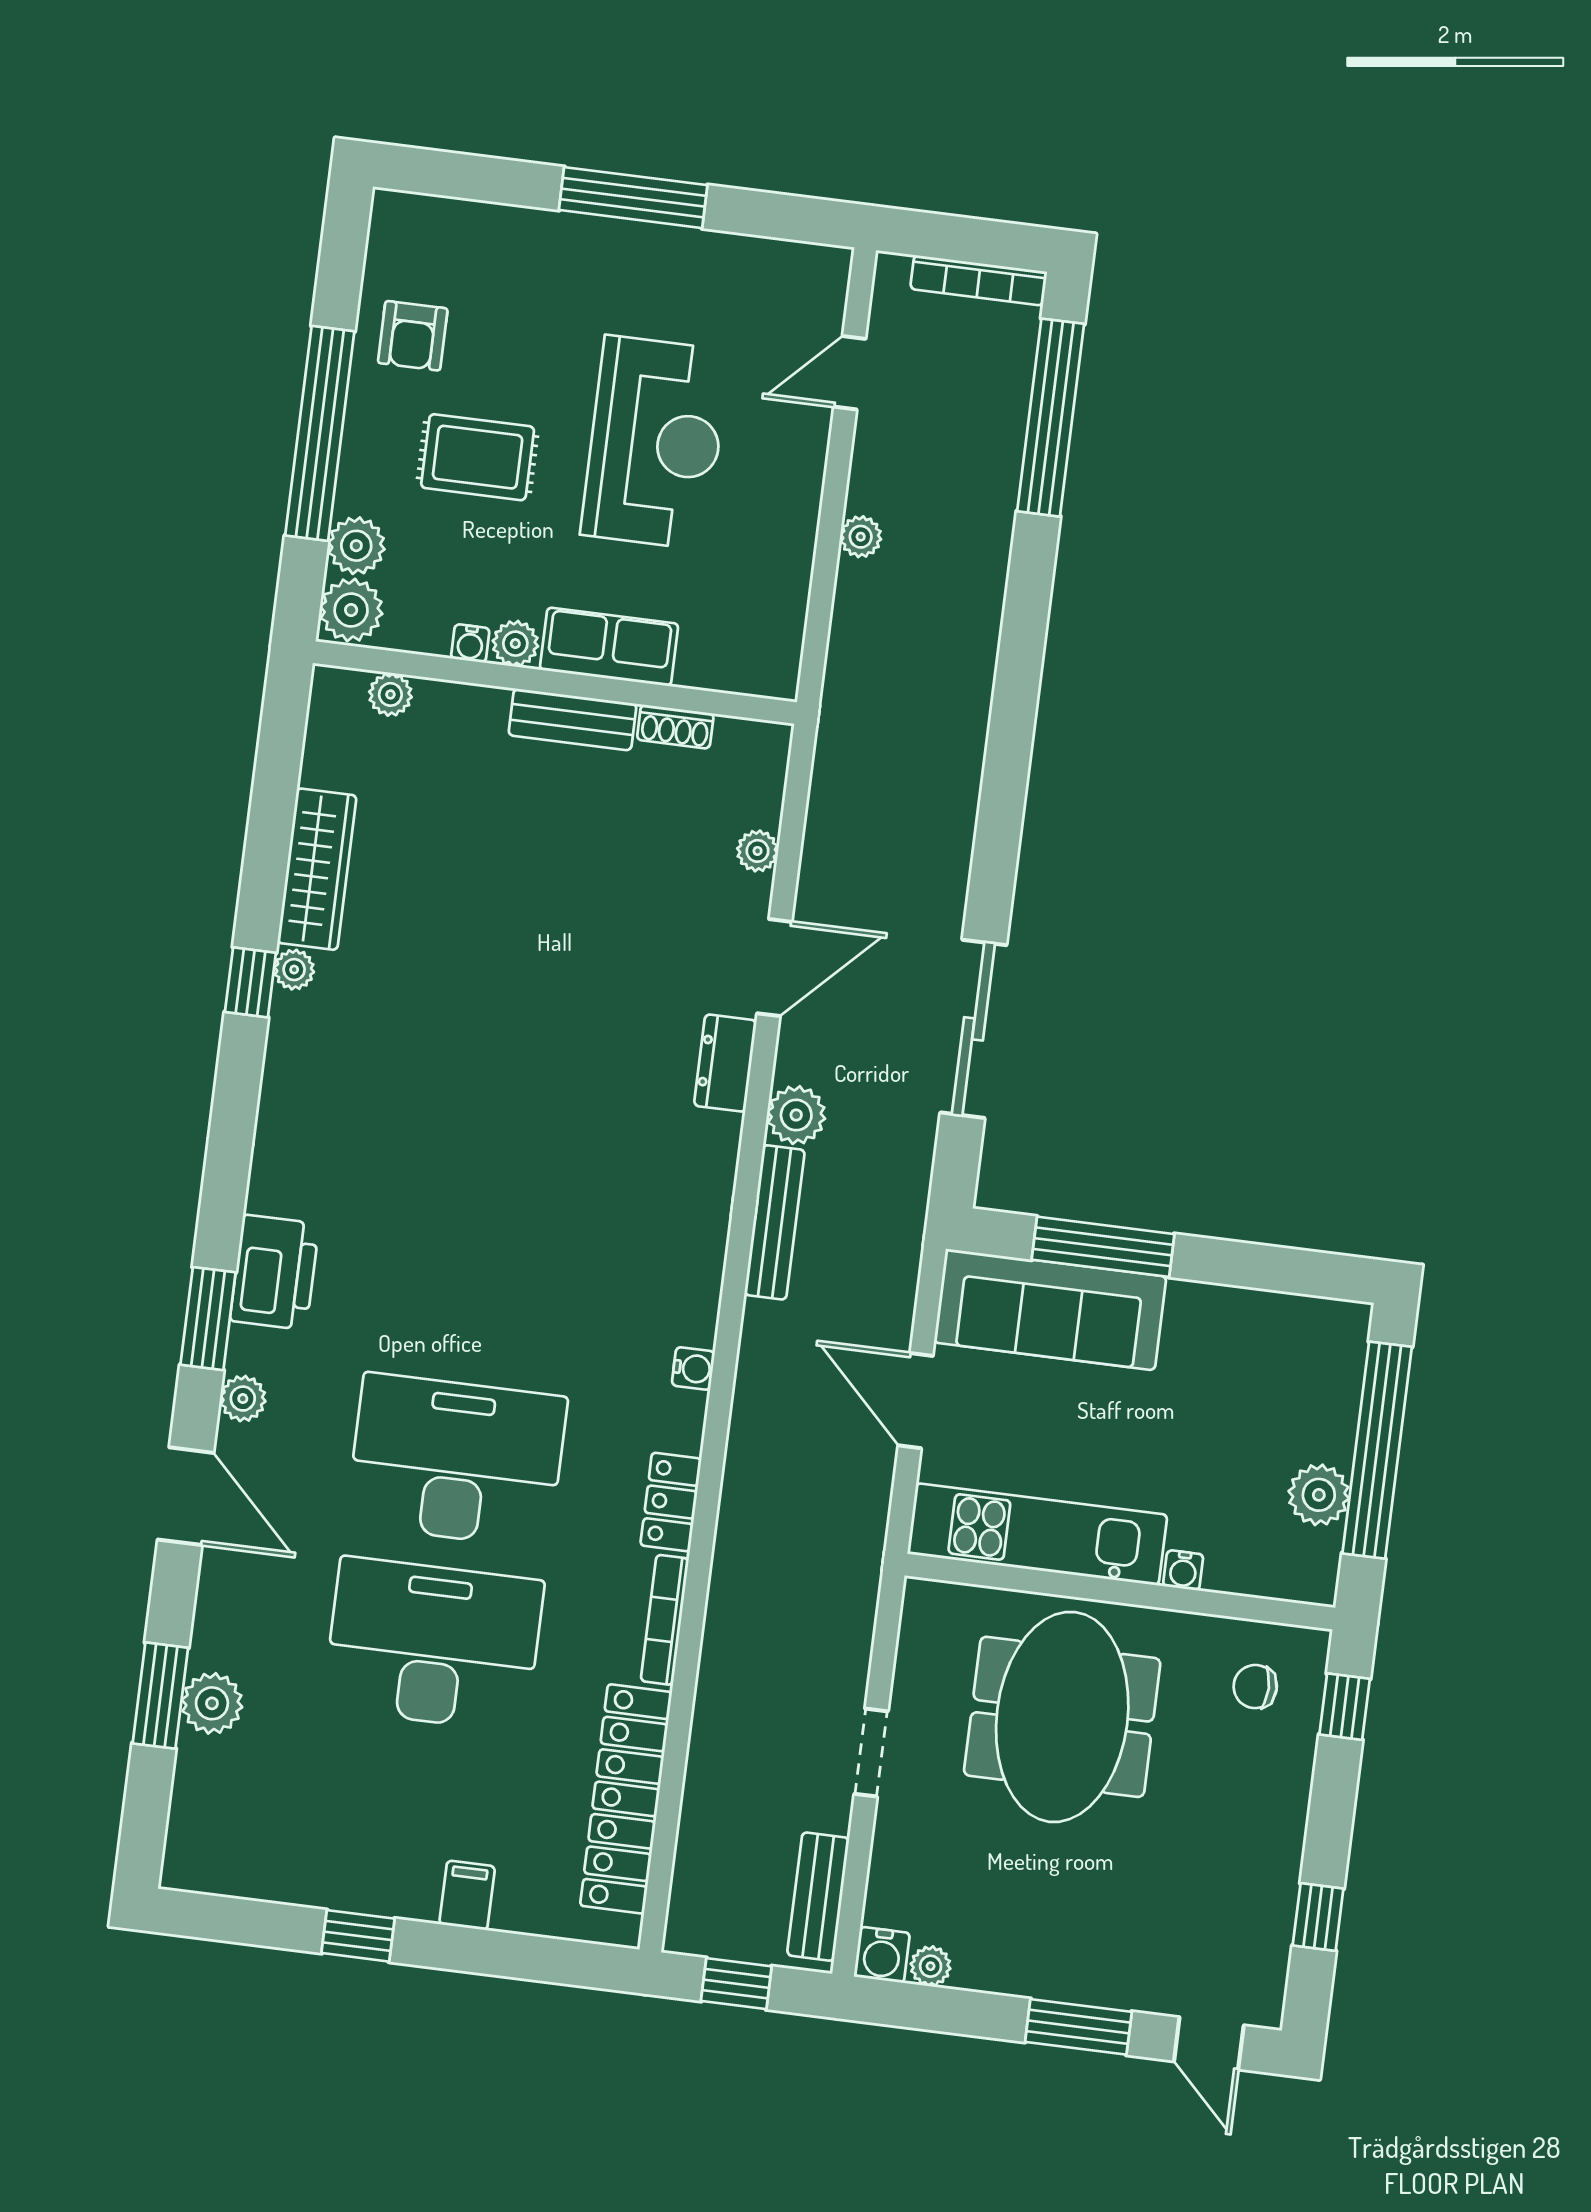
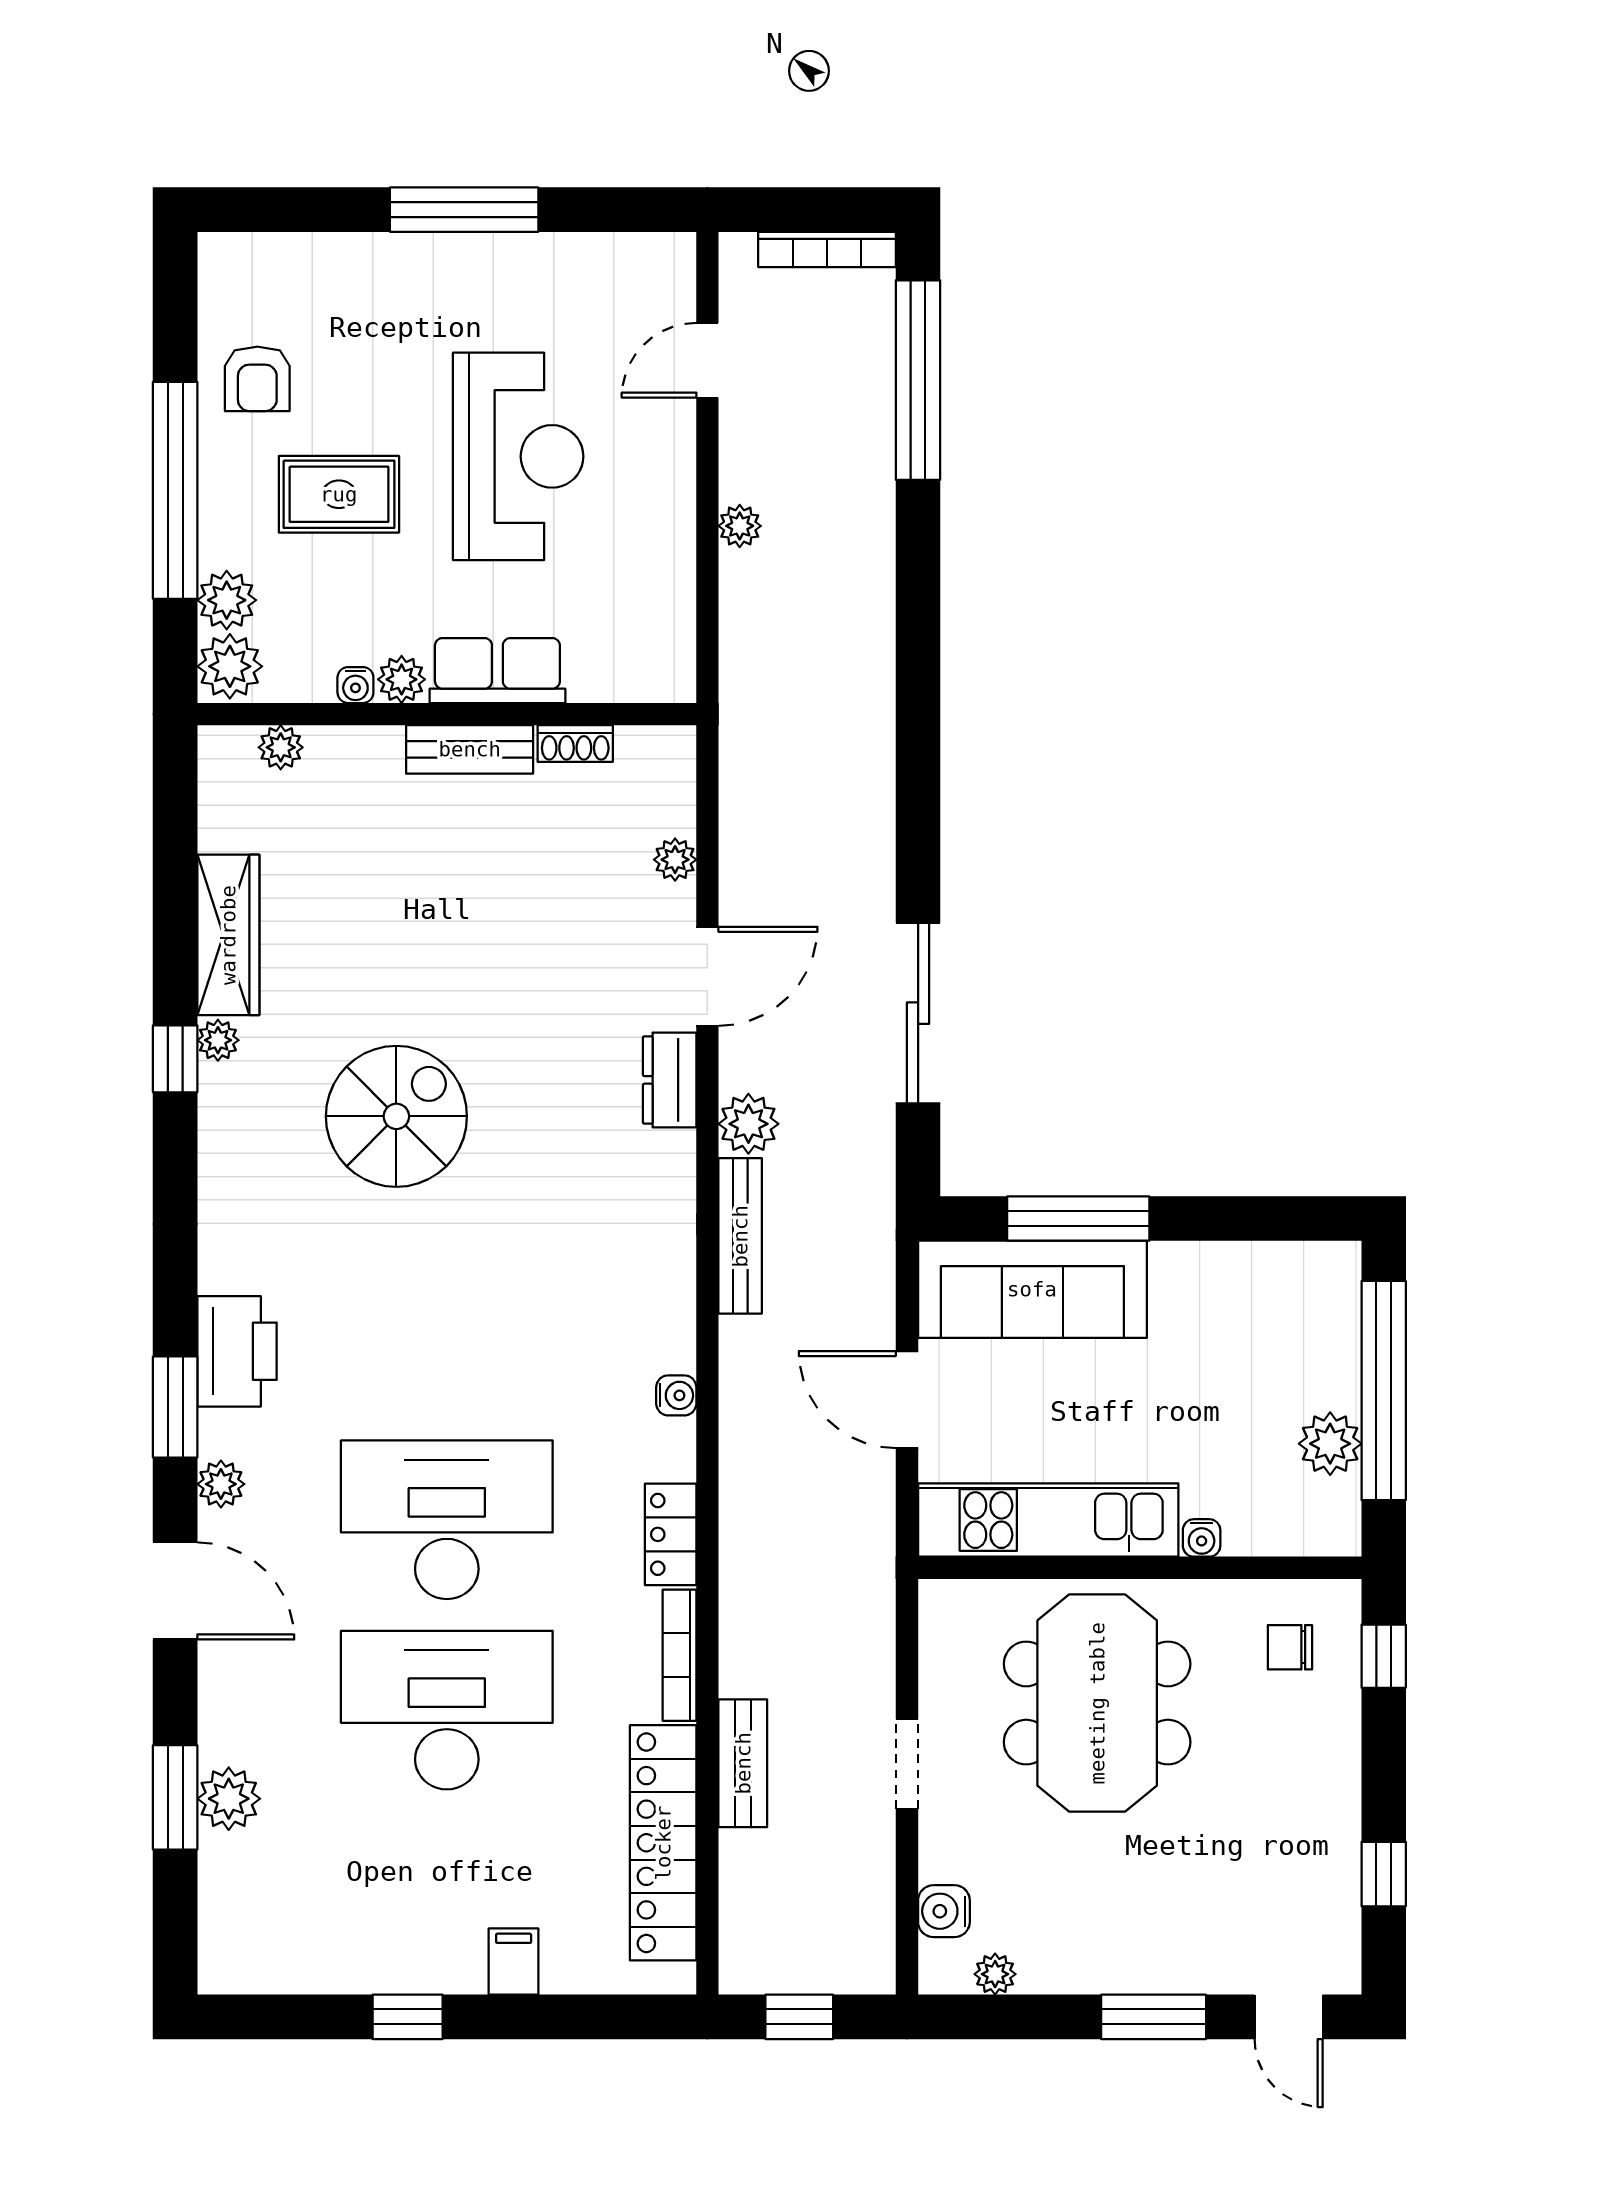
spiral stairs: (457, 1065) -> (396, 1116), added
bench: (818, 1897) -> (743, 1763), moved
water cooler: (882, 1955) -> (944, 1911), moved, turned 90

